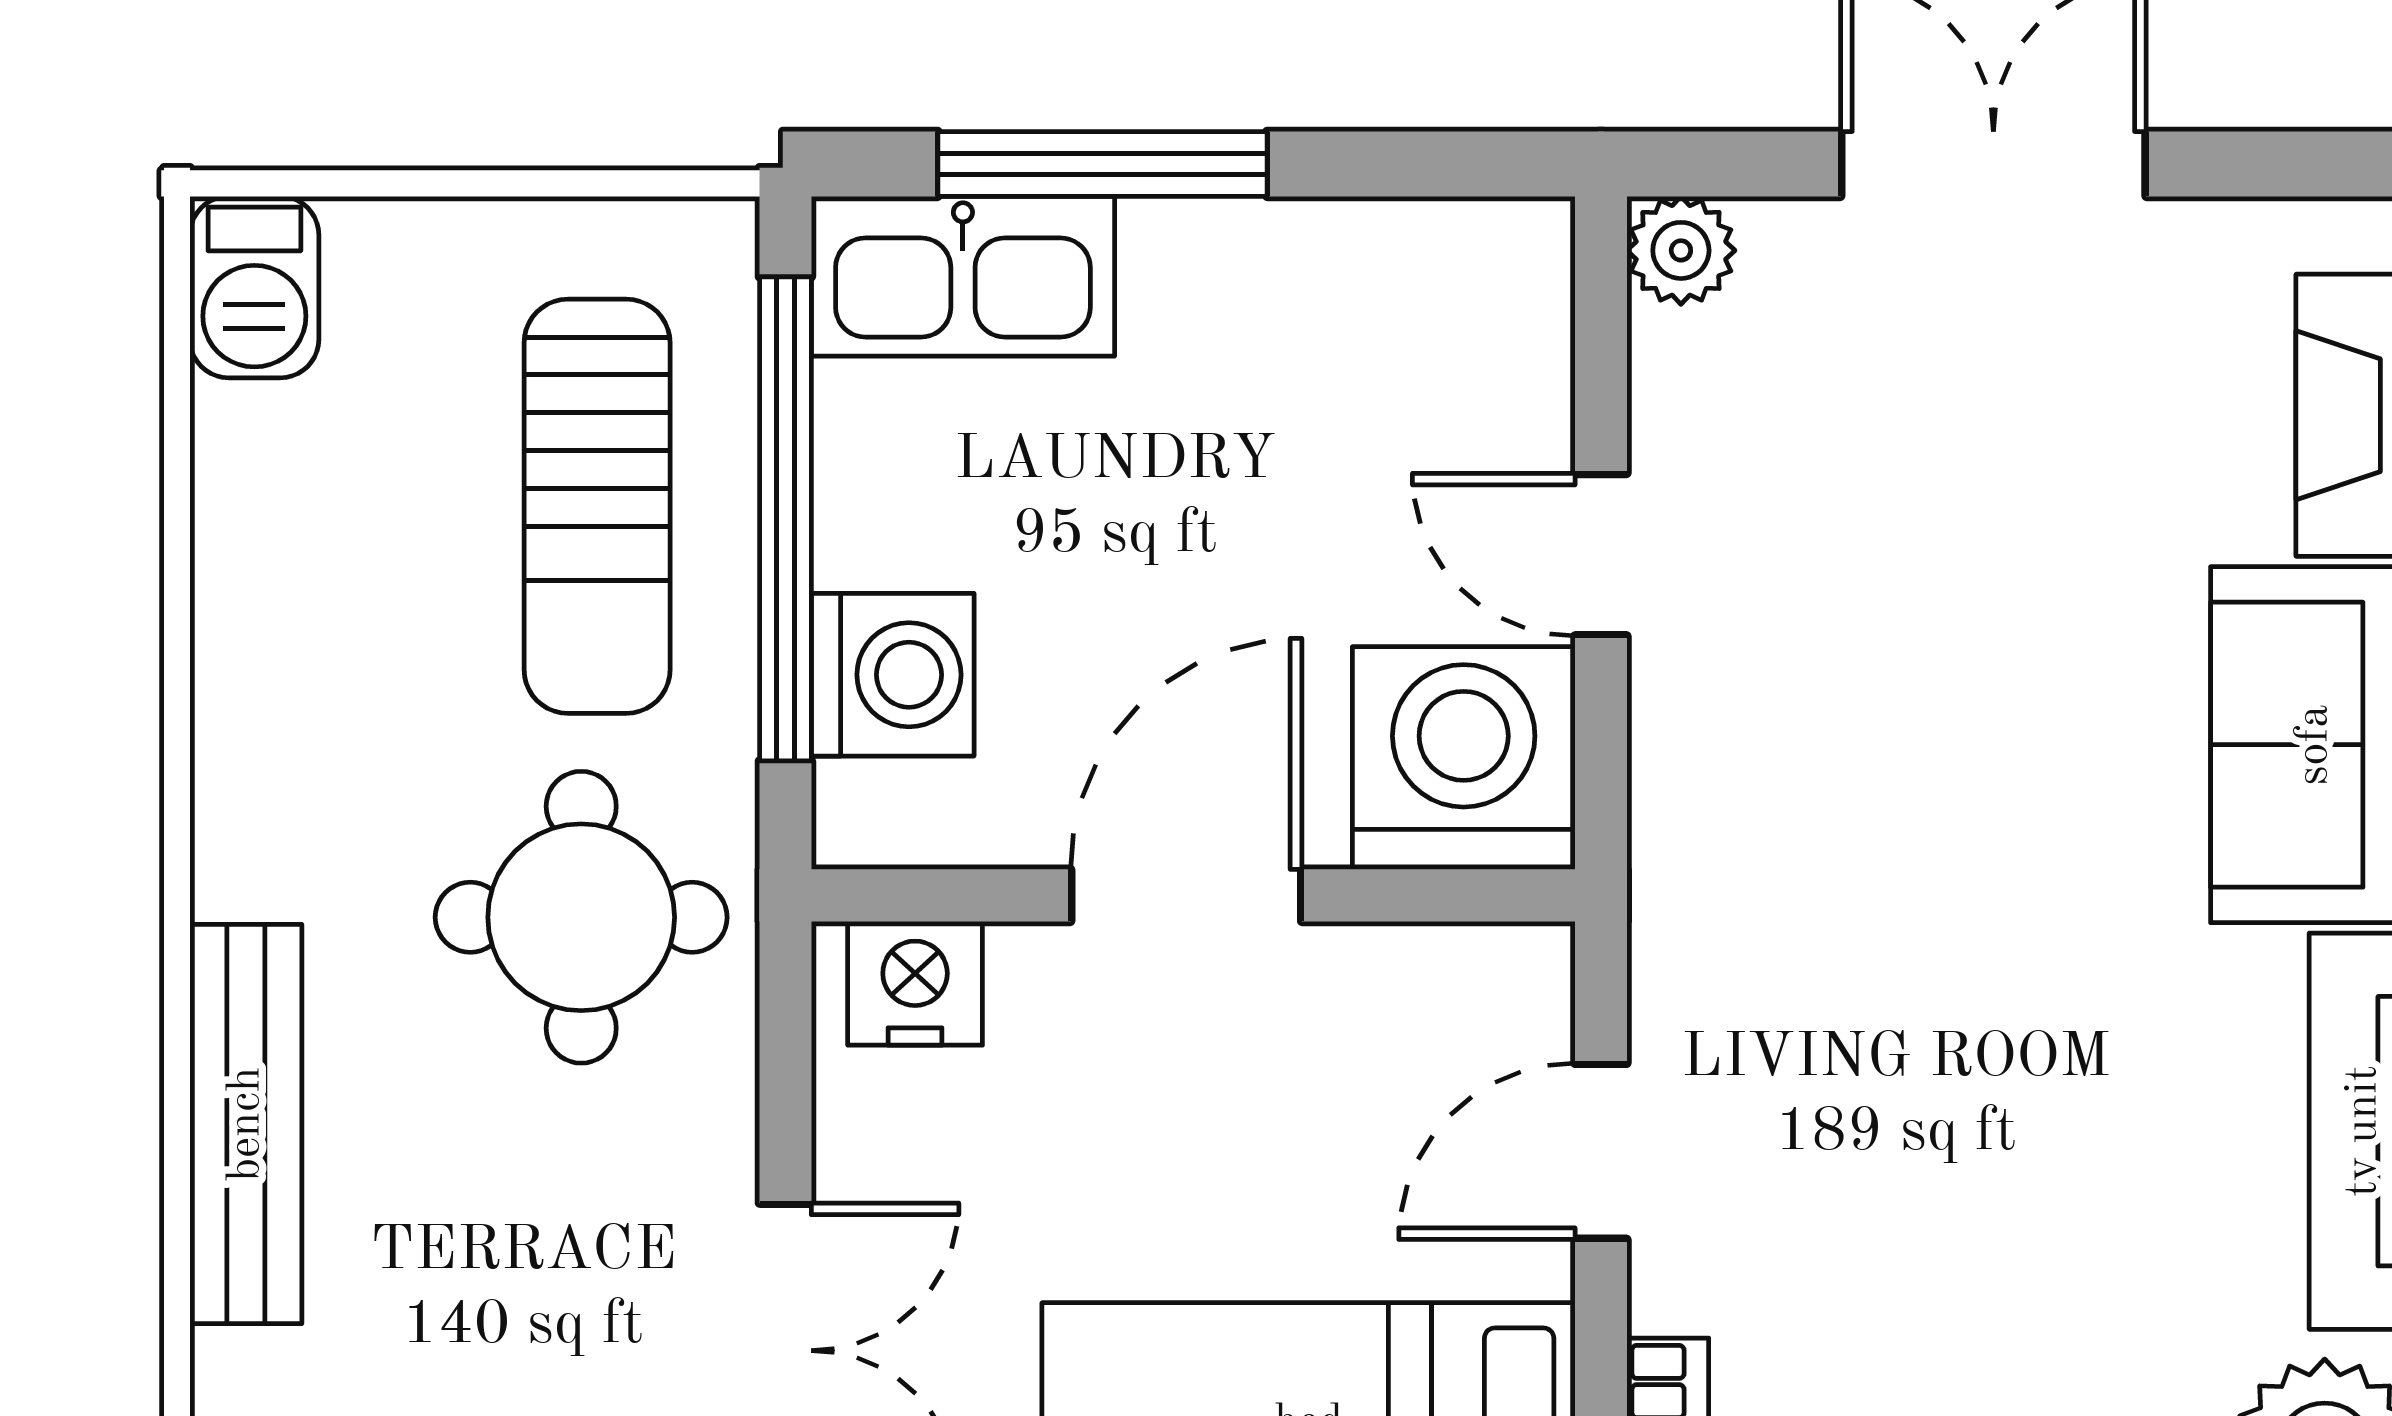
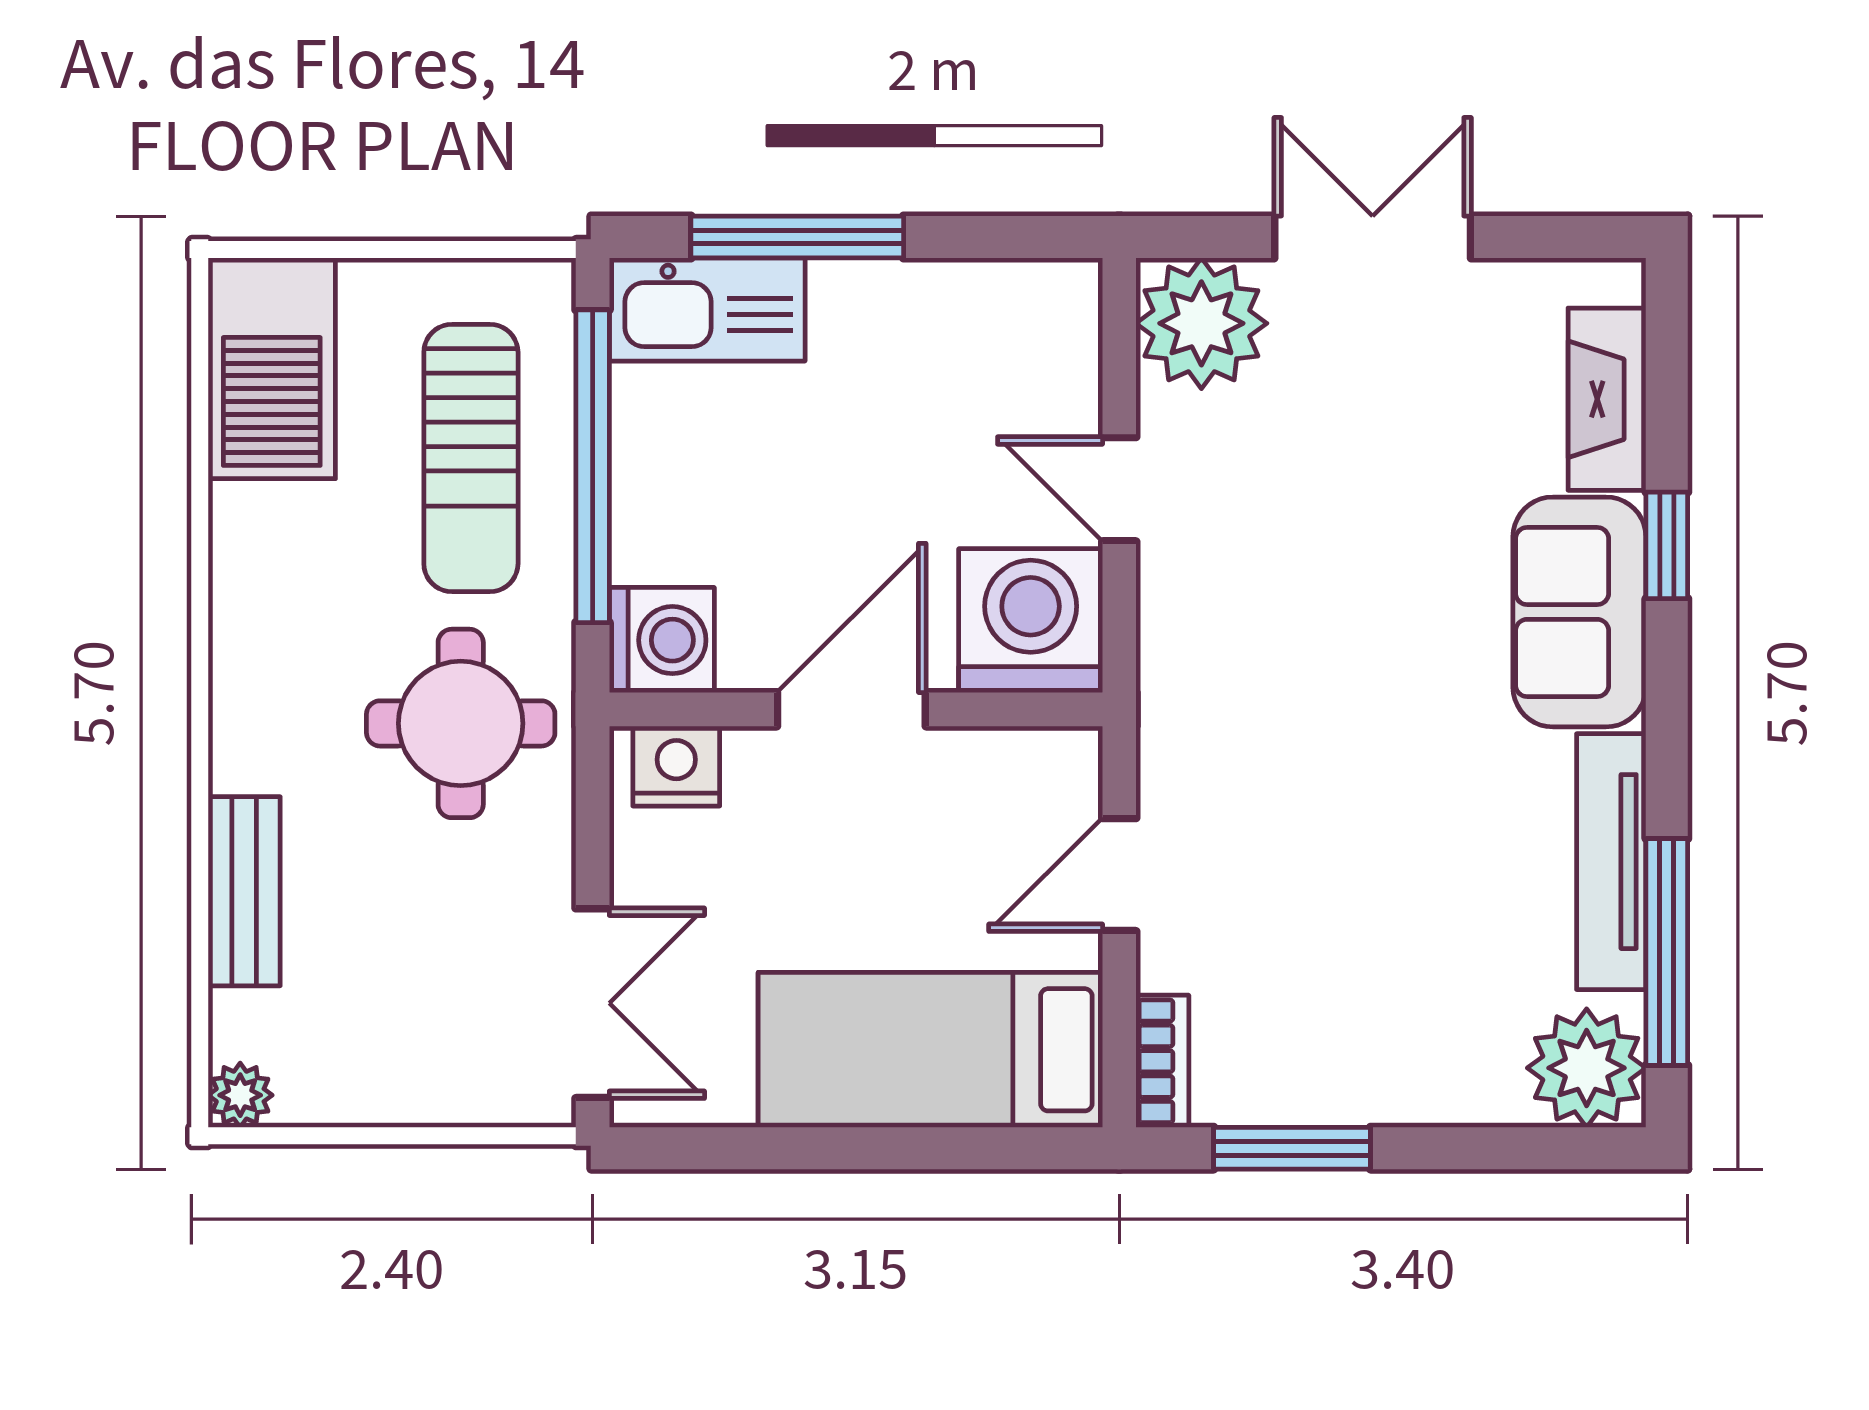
plant: (1681, 250) -> (1201, 323), width x1.87, depth x1.87
barbecue: (254, 287) -> (272, 368), width x1.88, depth x1.53
washing machine: (893, 675) -> (662, 640), moved
bench: (246, 1124) -> (244, 891), width x0.73

